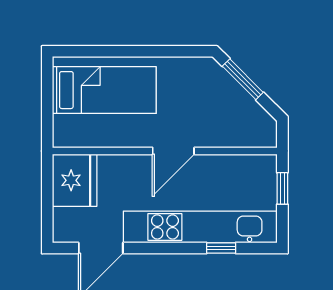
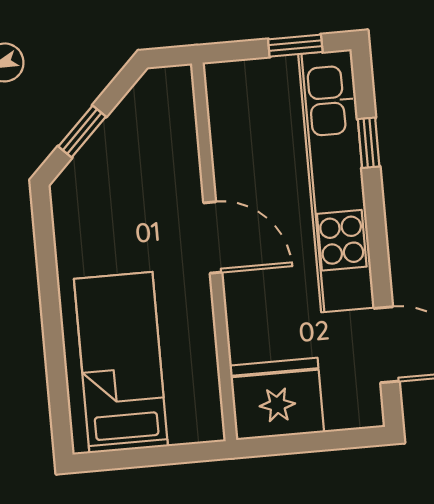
window: (243, 79) -> (82, 131), width x0.67
window: (282, 188) -> (295, 46), moved

